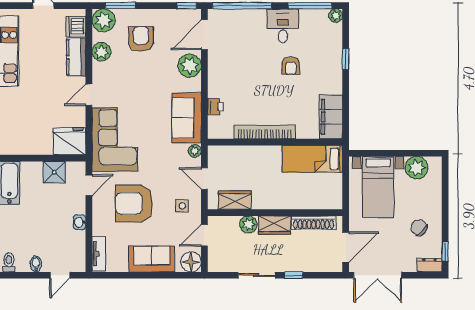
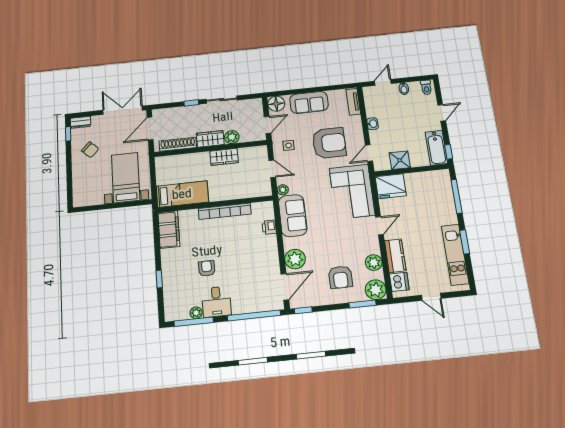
plant: (336, 16) -> (196, 313), moved
plant: (417, 168) -> (94, 196), removed
wardrobe: (235, 200) -> (224, 157), moved

